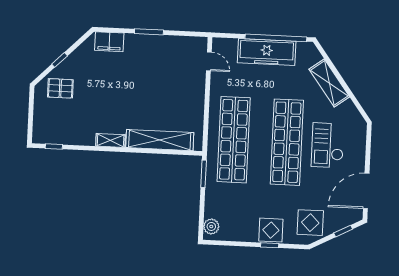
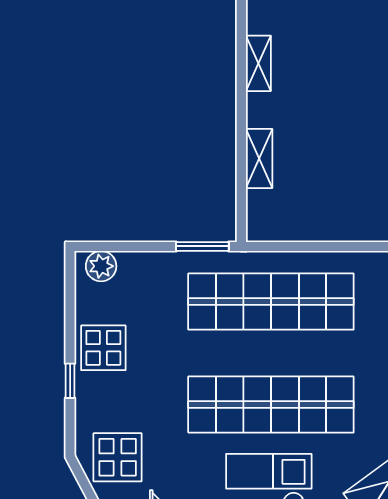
shelving: (160, 140) -> (259, 159), width x0.45, depth x0.75
display table: (271, 230) -> (103, 348), moved

